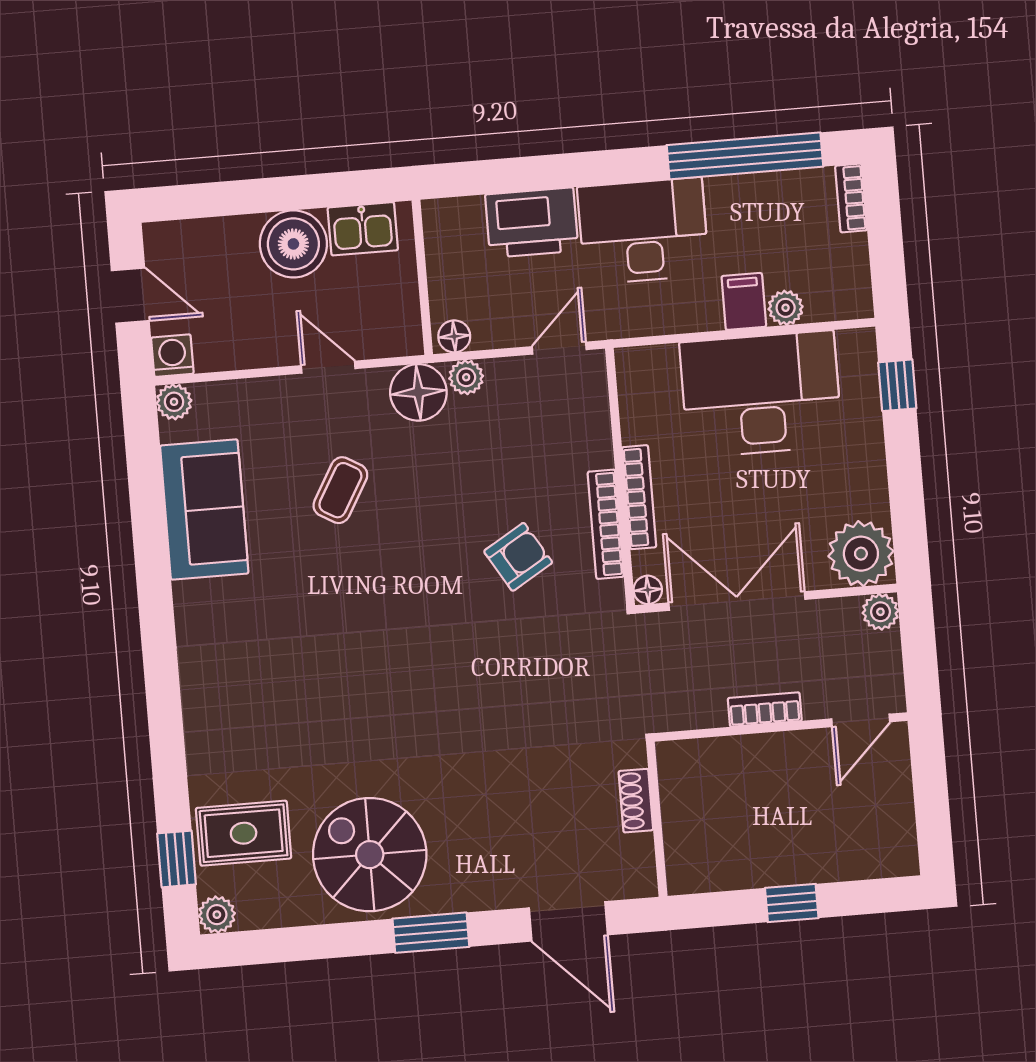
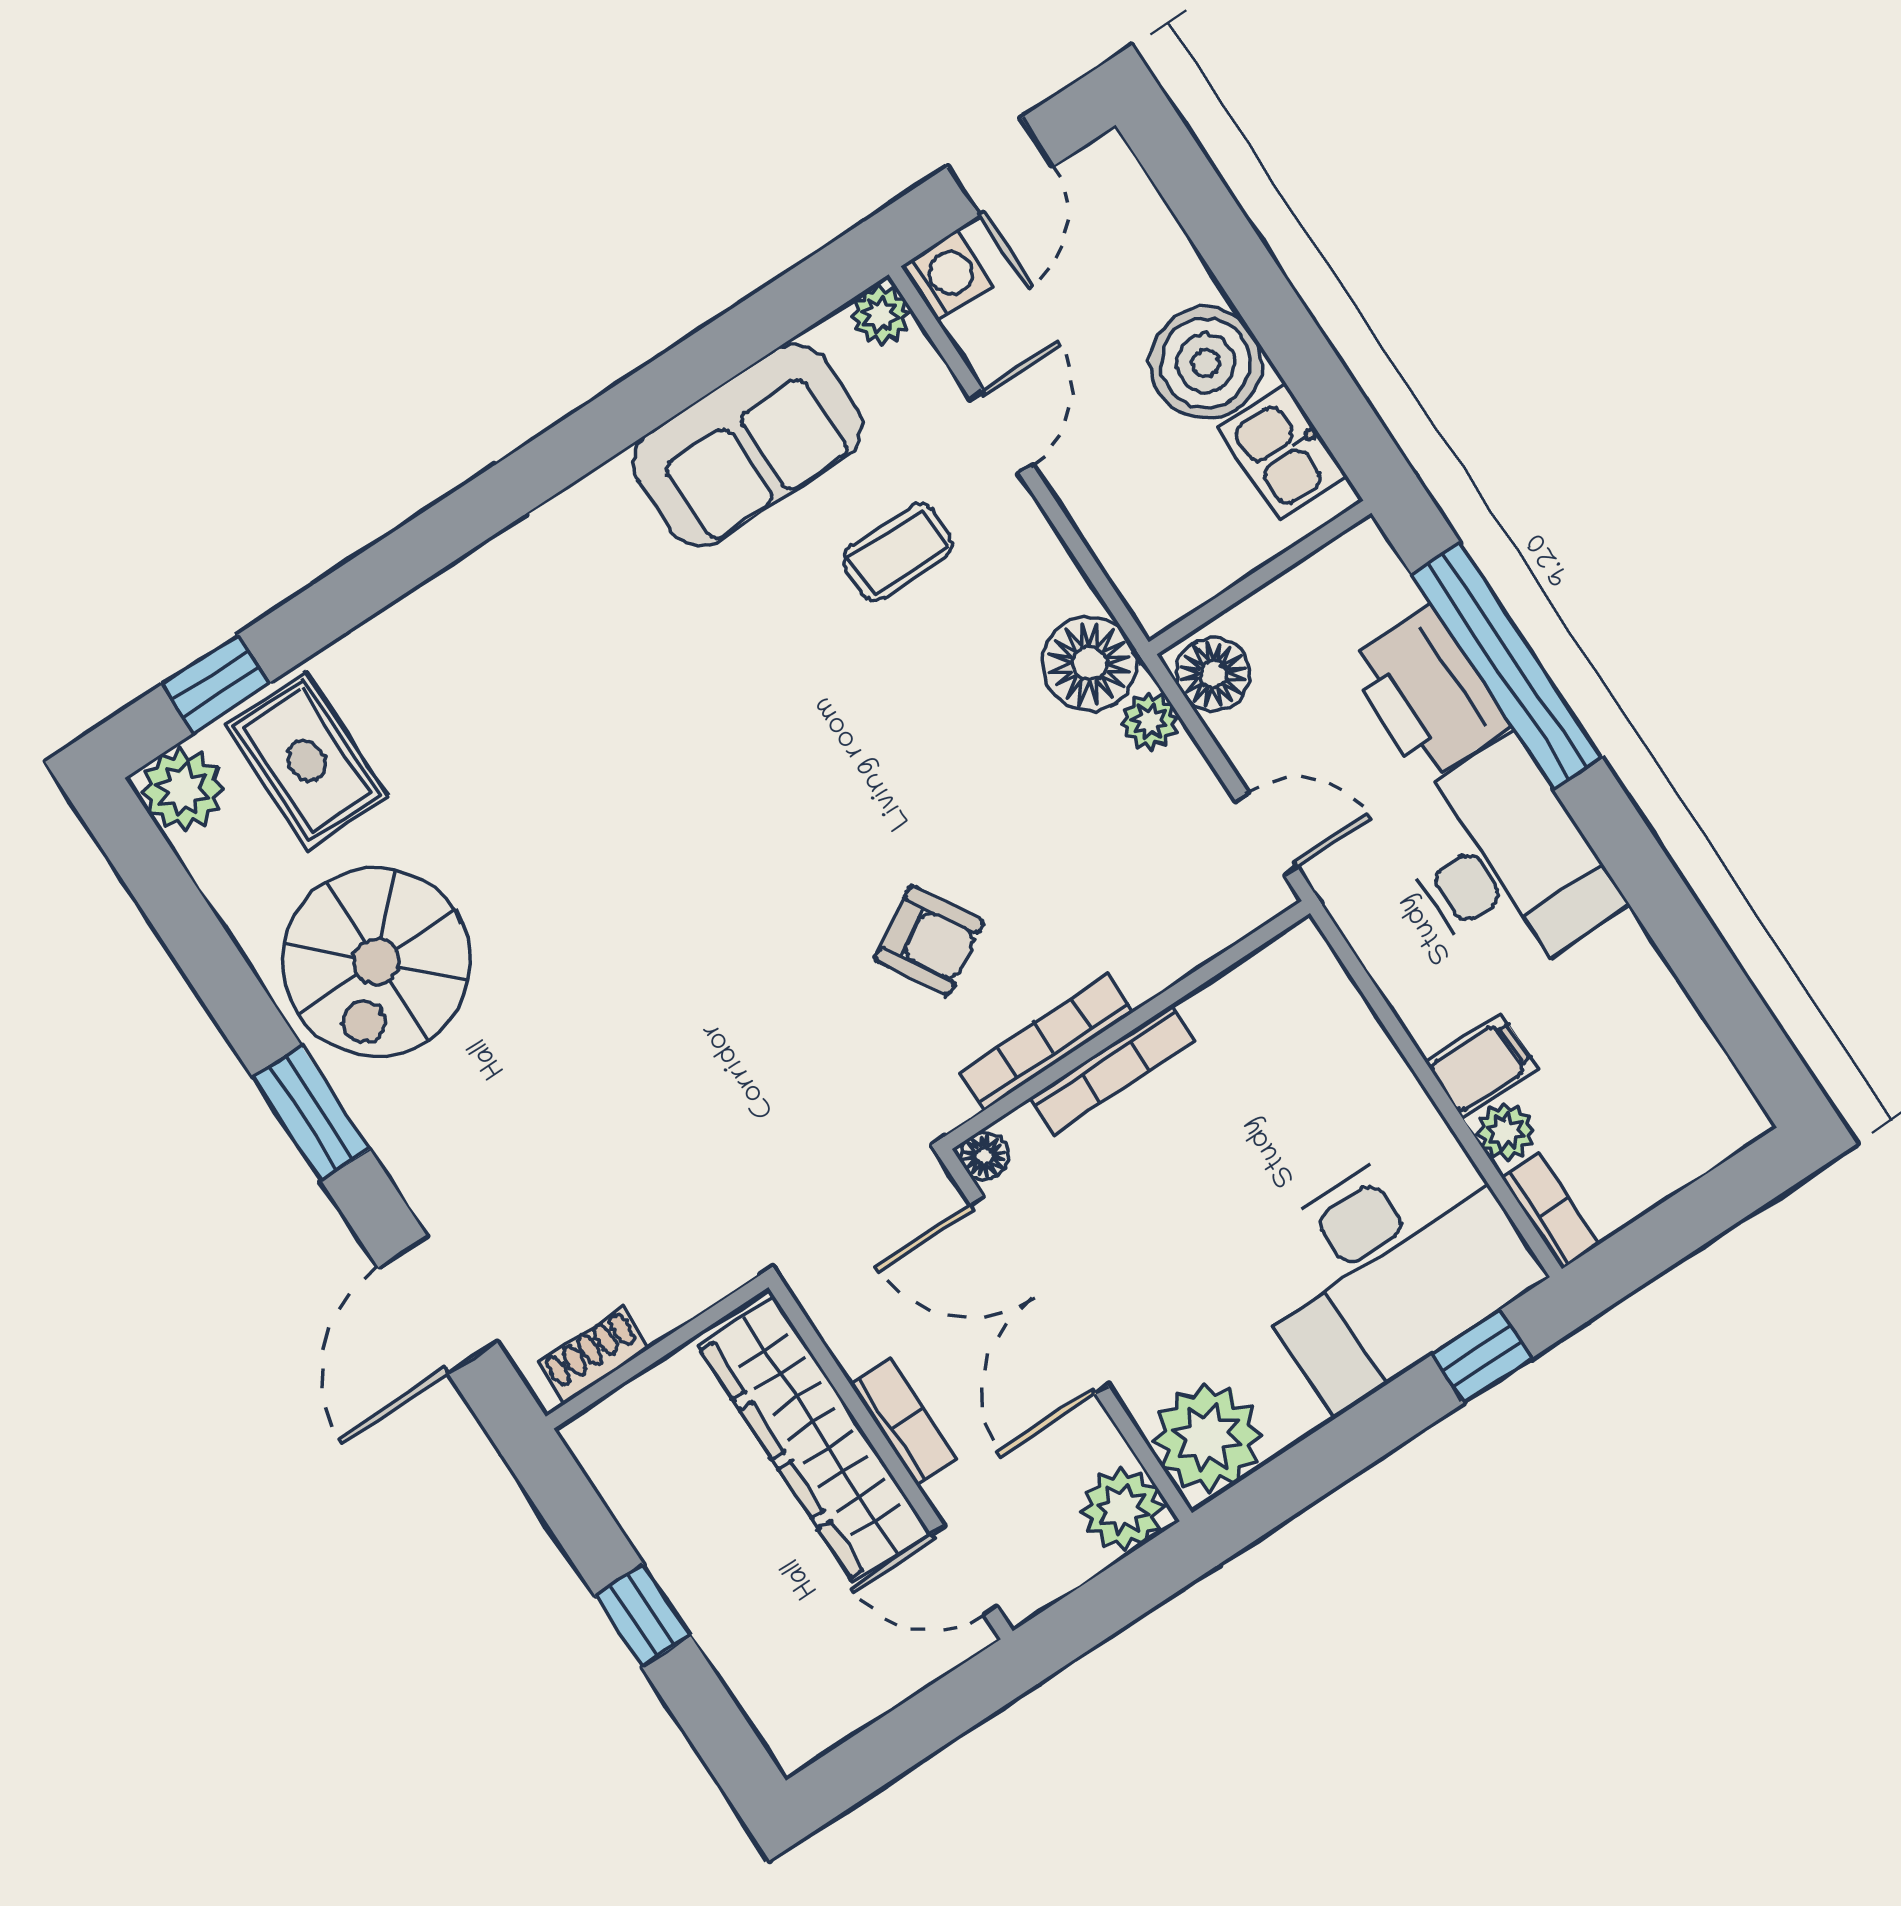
window: (745, 156) -> (1507, 666), moved
bookcase: (851, 198) -> (1550, 1210), moved, turned 90
floor lamp: (454, 336) -> (1213, 674), width x1.37, depth x1.37
door: (328, 367) -> (1001, 432), moved
desk: (761, 394) -> (1389, 1267), moved, turned 90
coffee table: (340, 490) -> (898, 552), moved, turned -30
double door: (737, 601) -> (1039, 1295), swing flipped
plant: (880, 612) -> (1123, 1509), width x1.38, depth x1.38
wardrobe: (748, 762) -> (814, 1439), added
shoe rack: (636, 801) -> (593, 1355), moved
spiral stairs: (370, 855) -> (376, 962), turned 180
plant: (217, 915) -> (183, 790), width x1.38, depth x1.38

